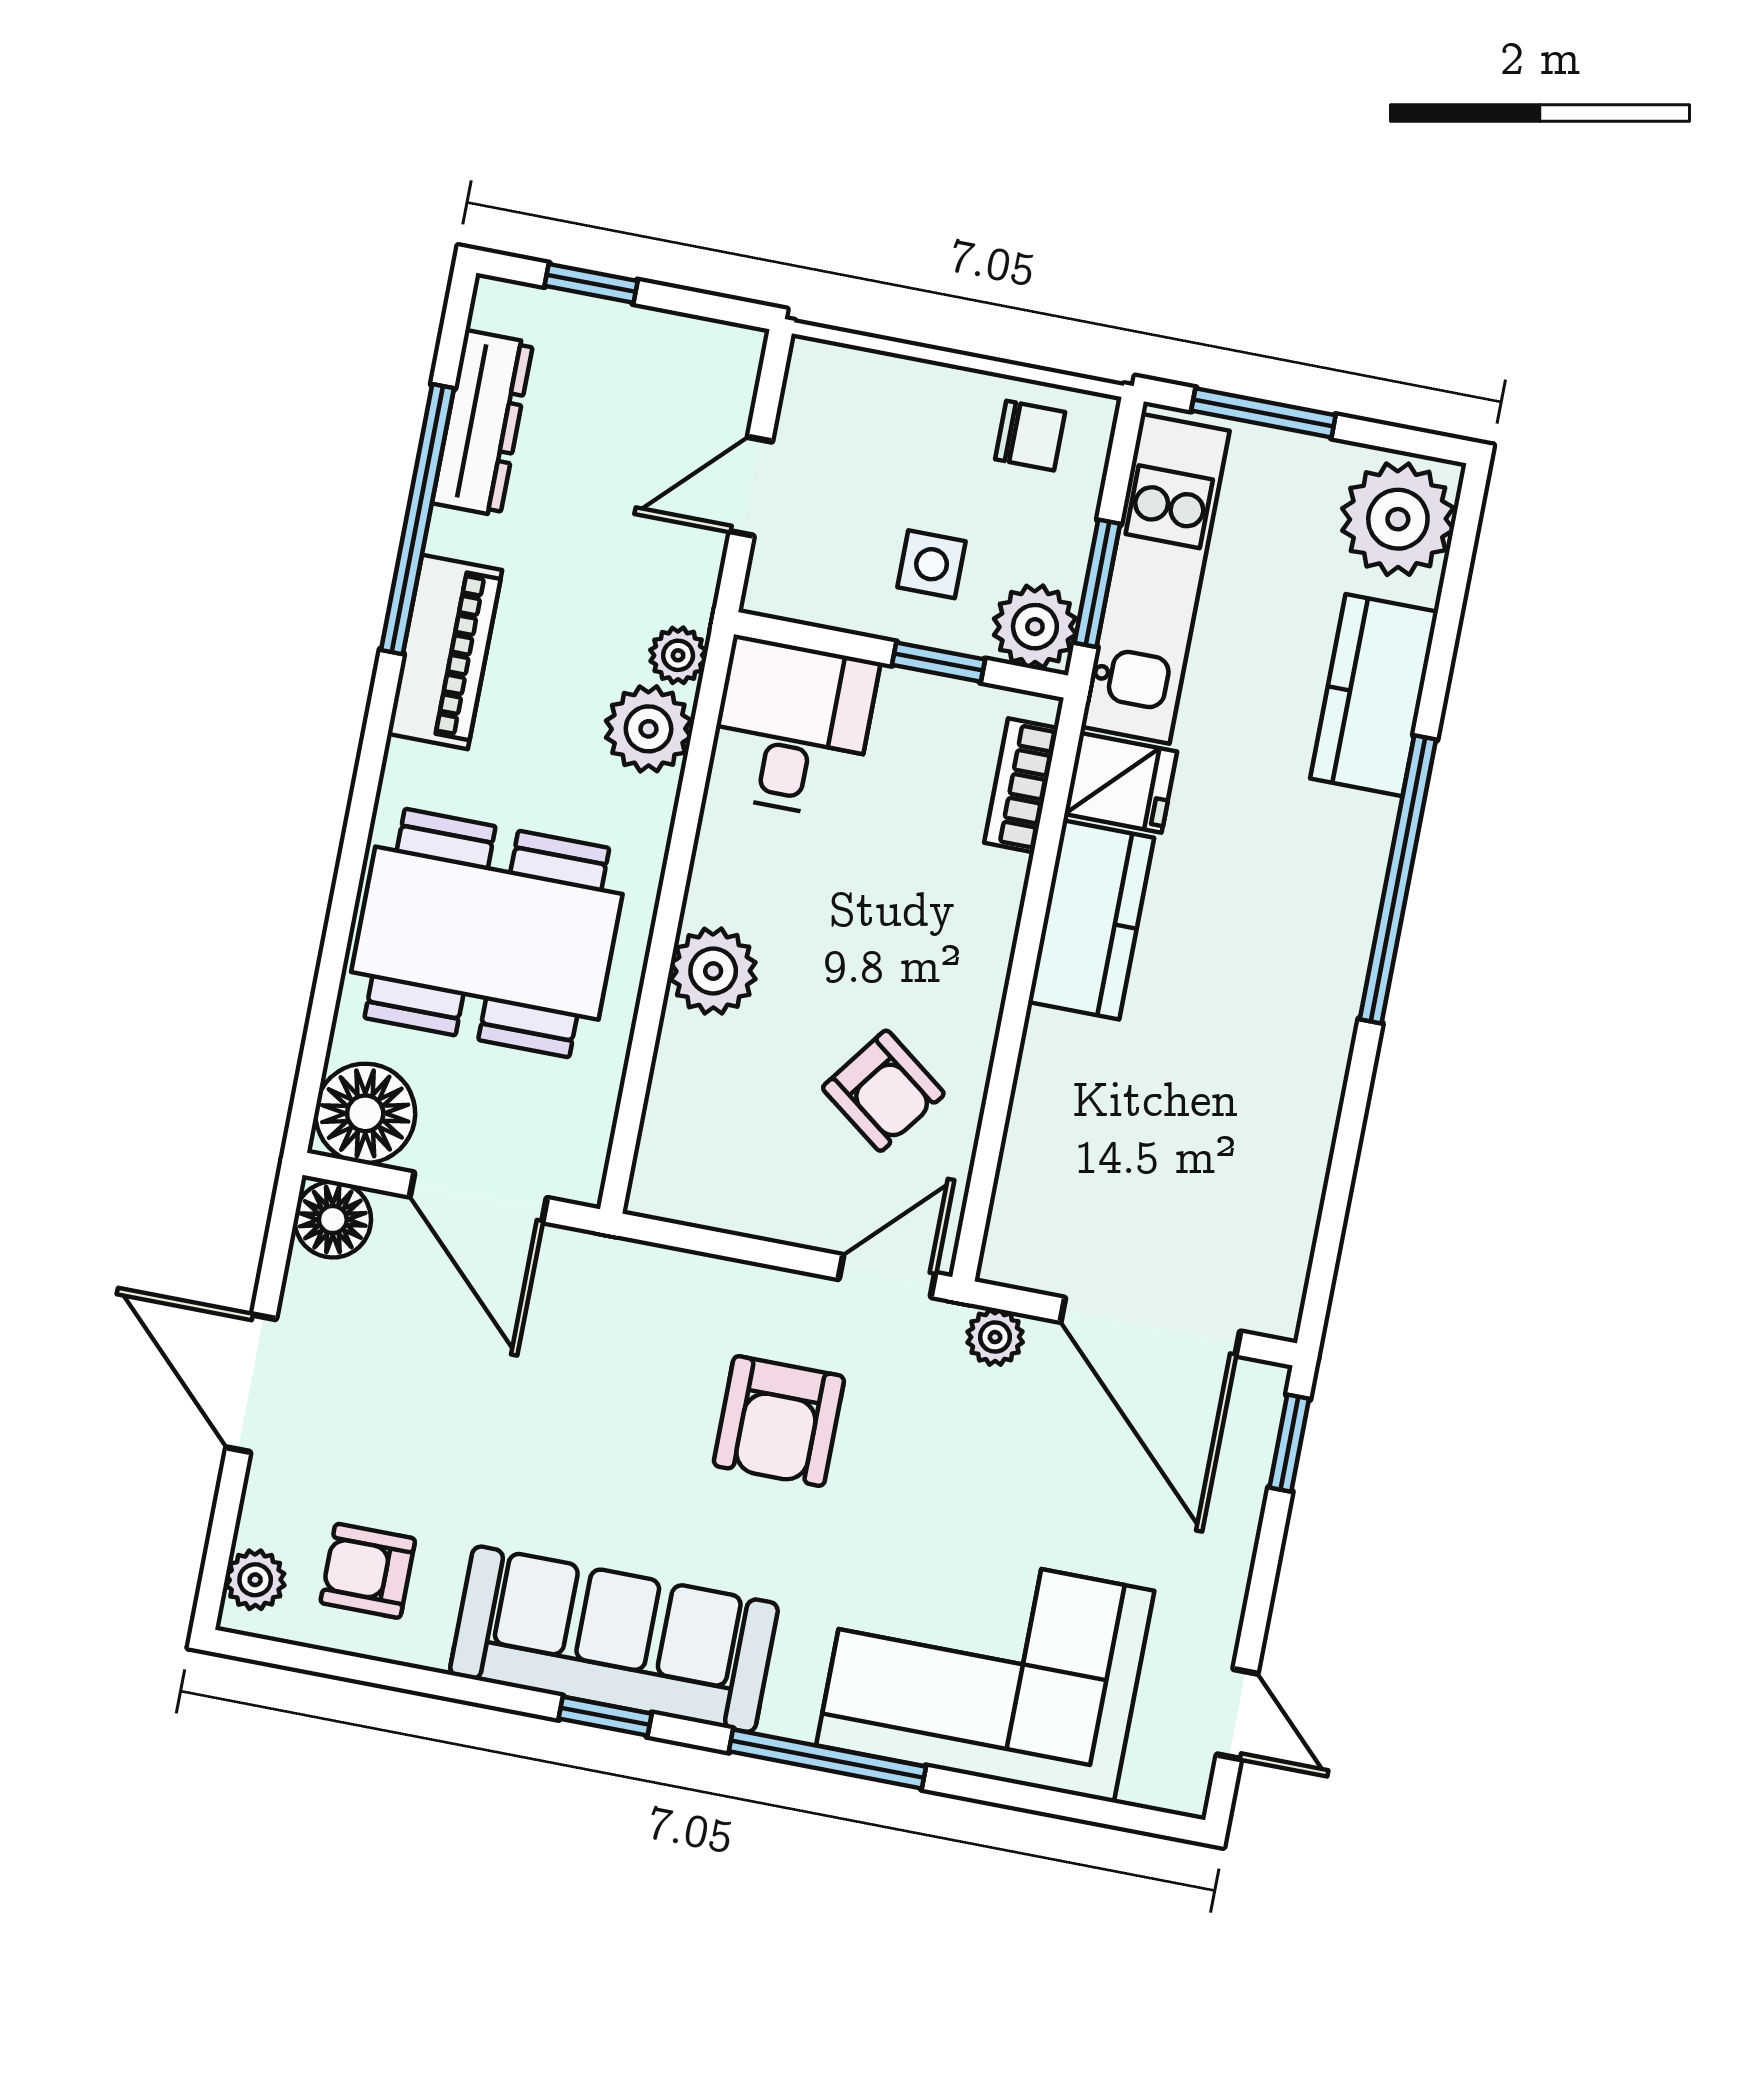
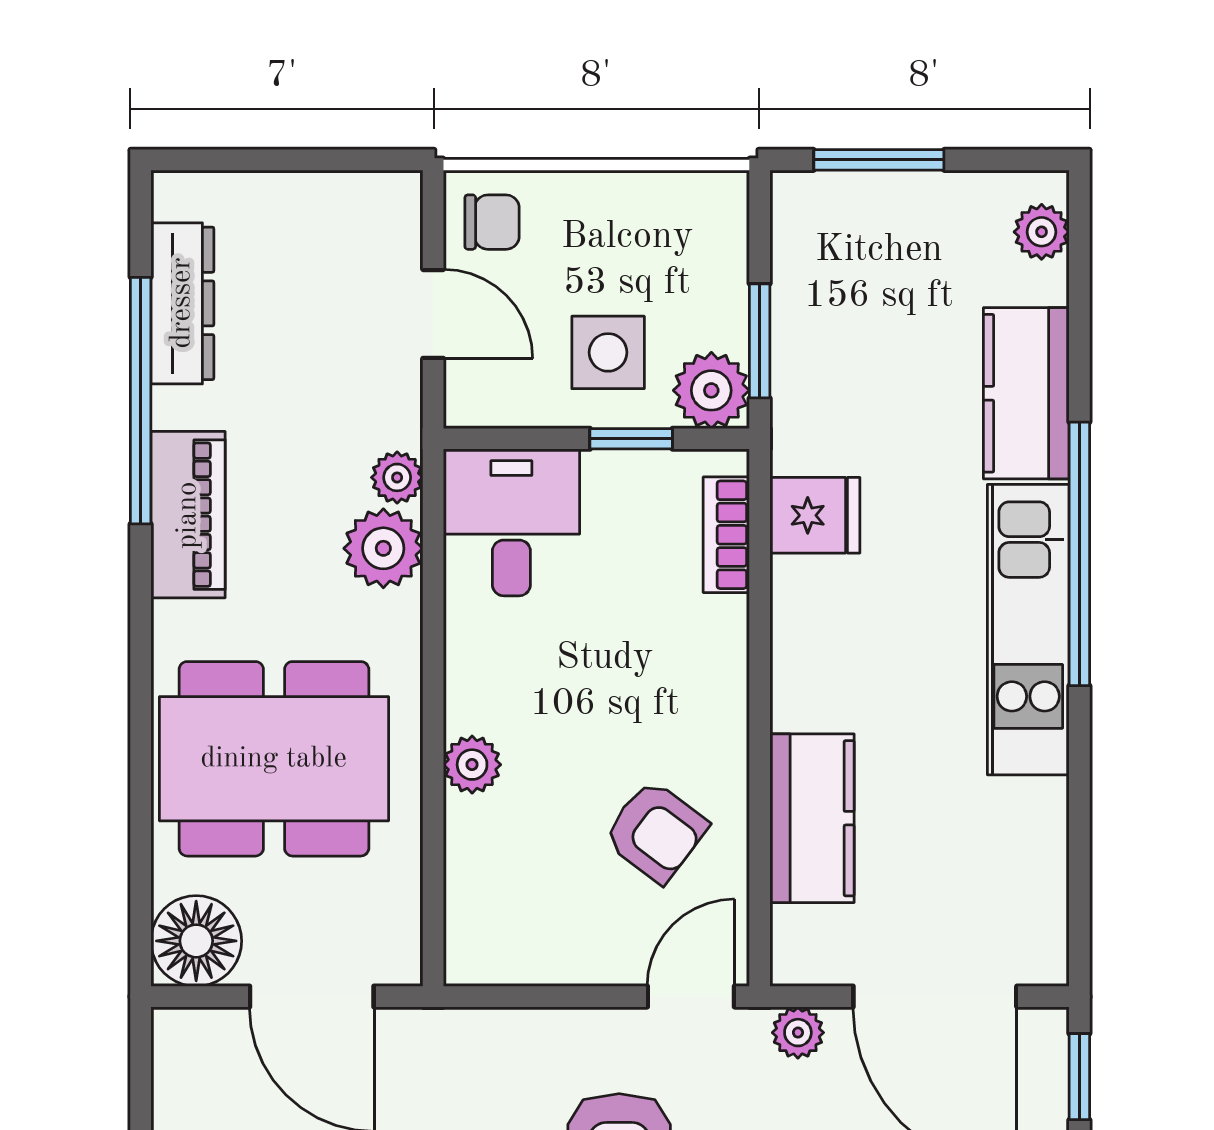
window: (591, 283) -> (255, 160), removed
chair: (1030, 436) -> (492, 222), moved
door: (751, 486) -> (433, 314), swing flipped
plant: (1398, 519) -> (1042, 232), width x0.53, depth x0.53
side table: (932, 564) -> (608, 352), width x1.37, depth x1.37
kitchen unit: (1155, 579) -> (1028, 630), moved, turned 180
kitchen counter: (1091, 920) -> (812, 818), moved
plant: (713, 971) -> (472, 765), width x0.73, depth x0.73
floor lamp: (333, 1220) -> (186, 1041), removed

